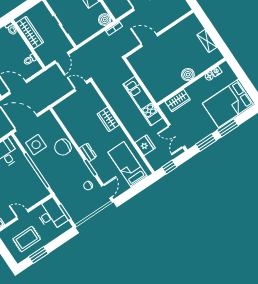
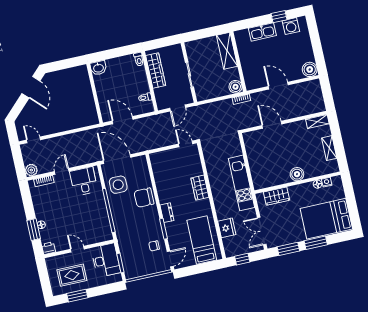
shelving: (188, 22) -> (317, 121), added

